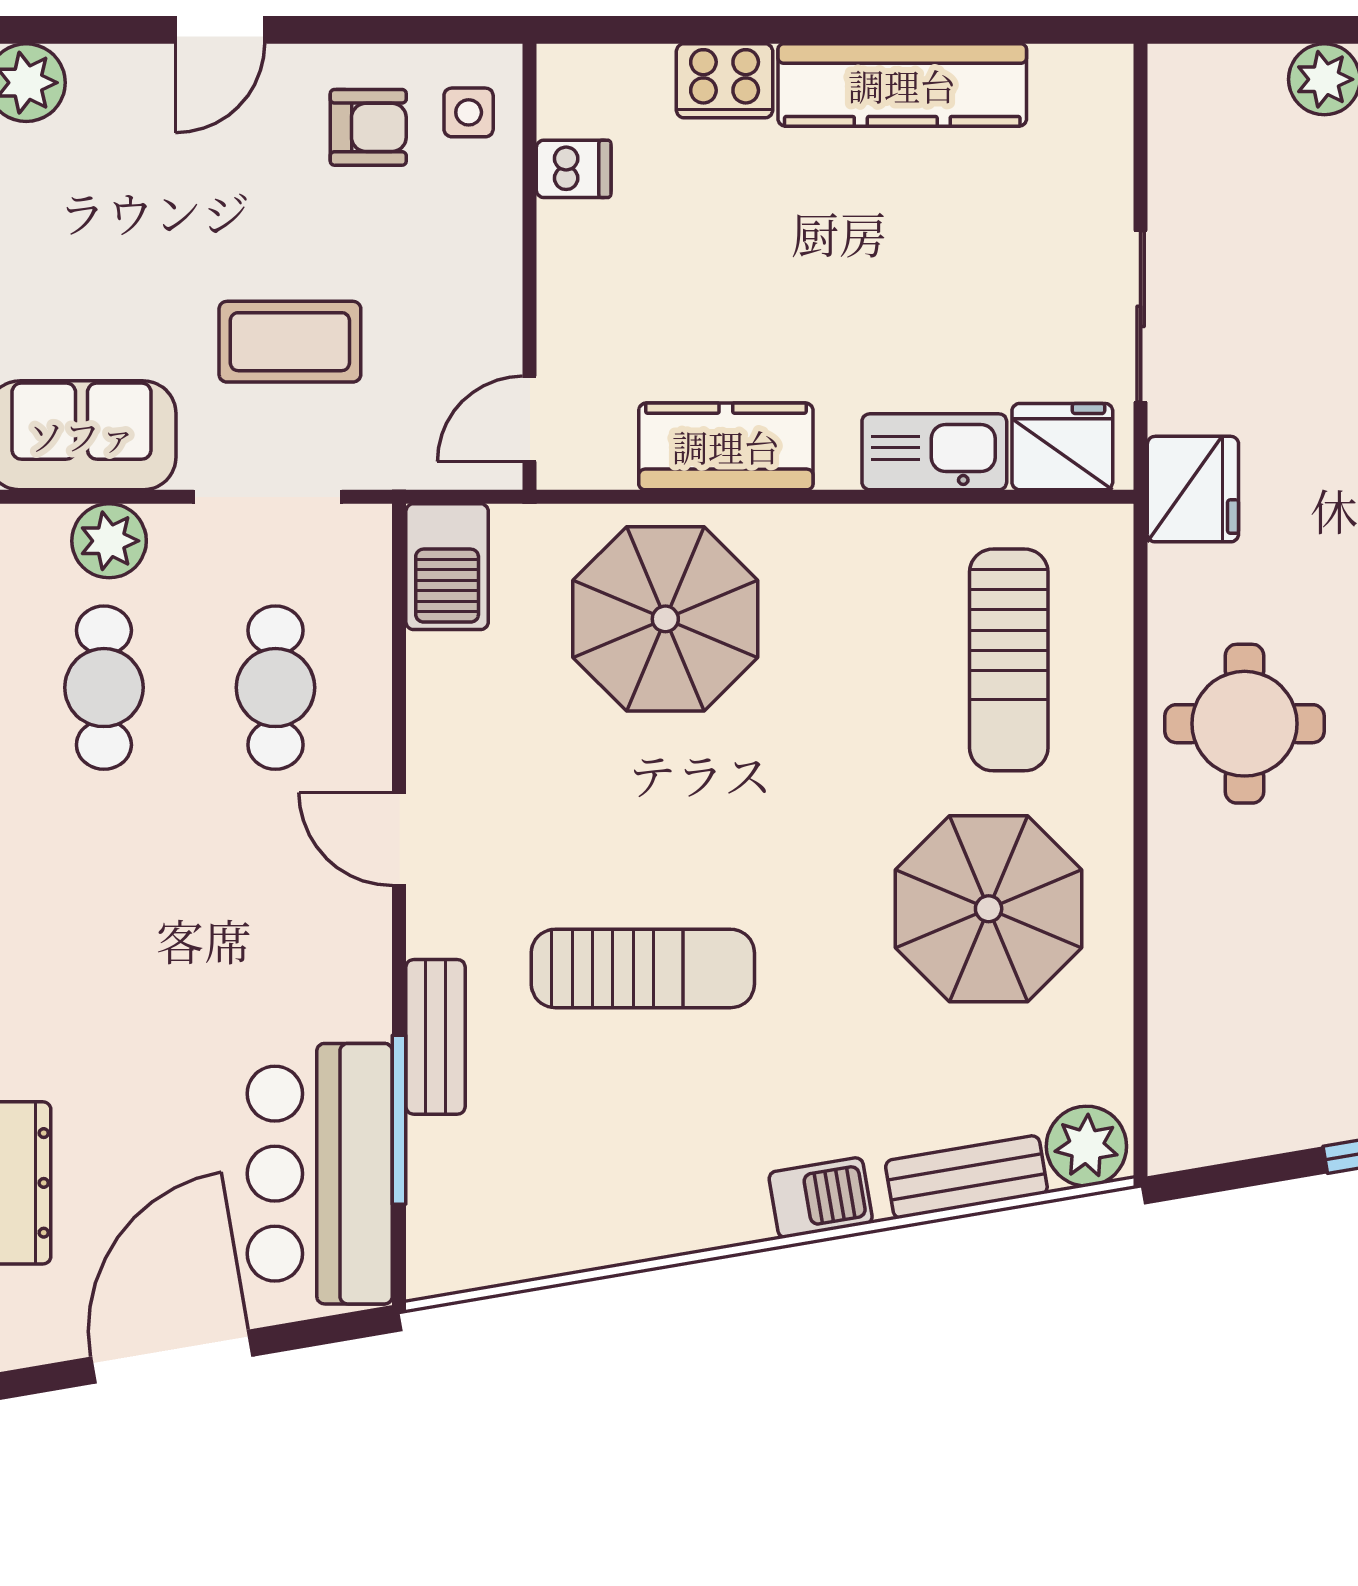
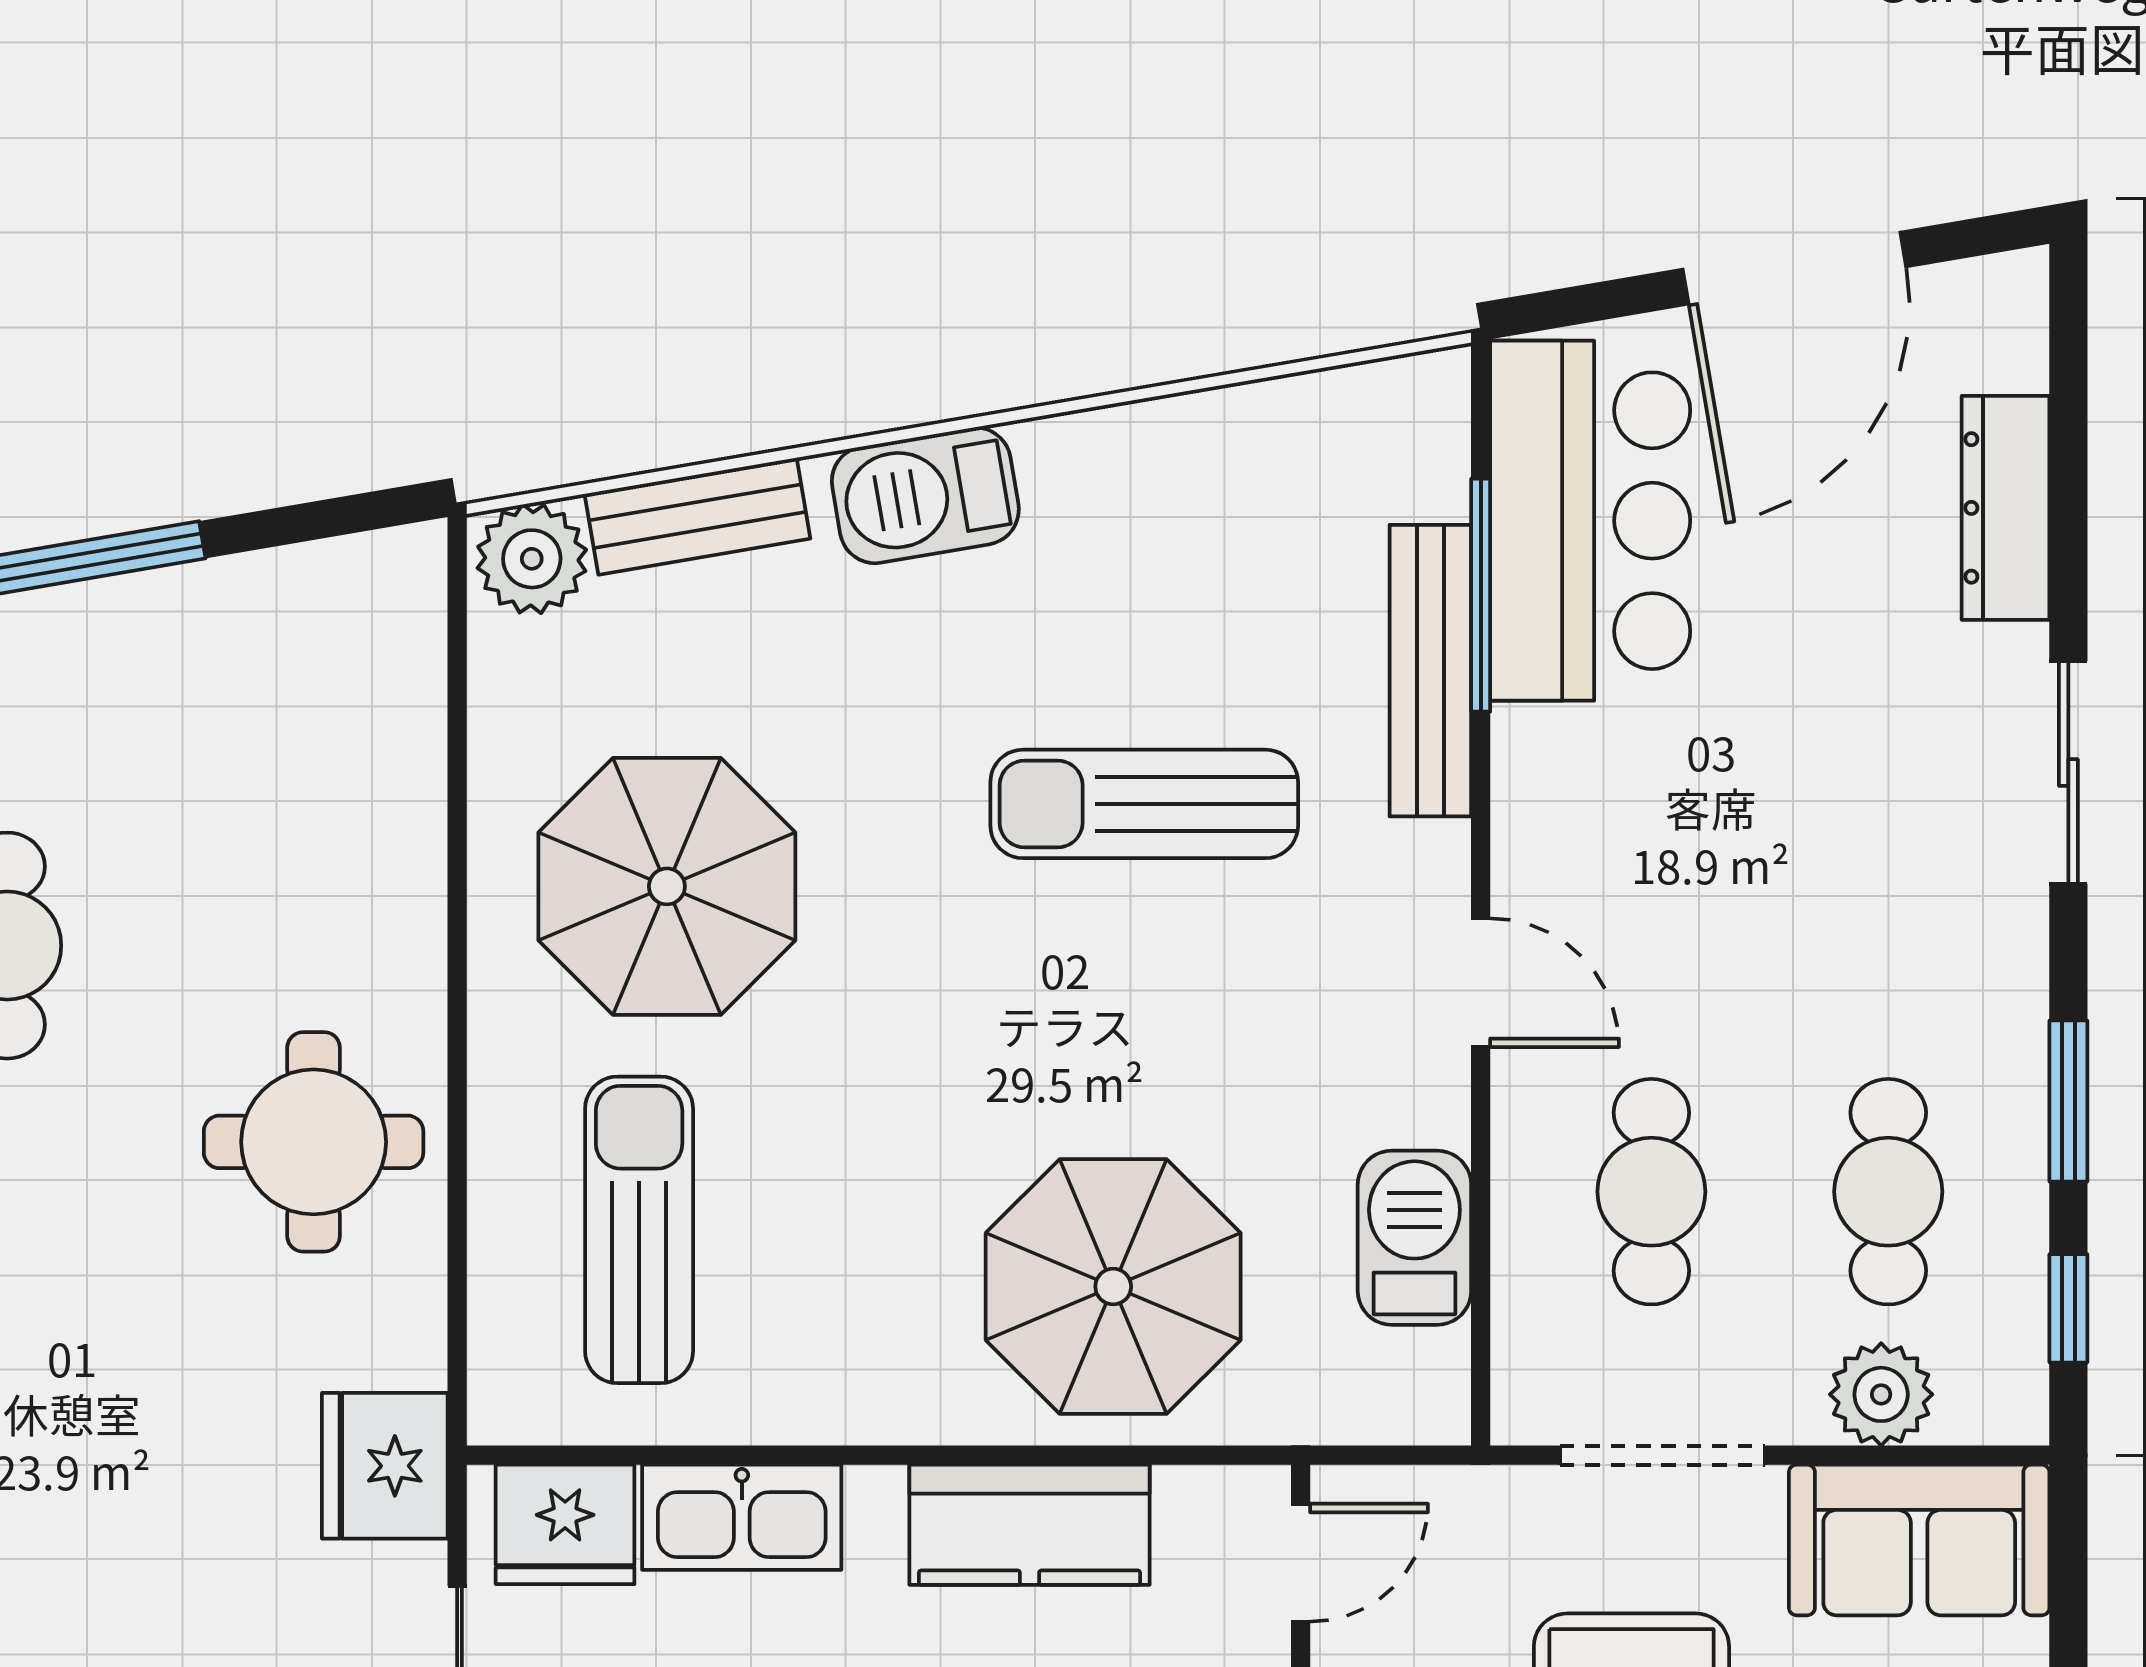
barbecue: (447, 567) -> (1414, 1238), moved
bench: (436, 1037) -> (1430, 671), width x1.36
barbecue: (821, 1198) -> (925, 495), width x1.38, depth x1.27

